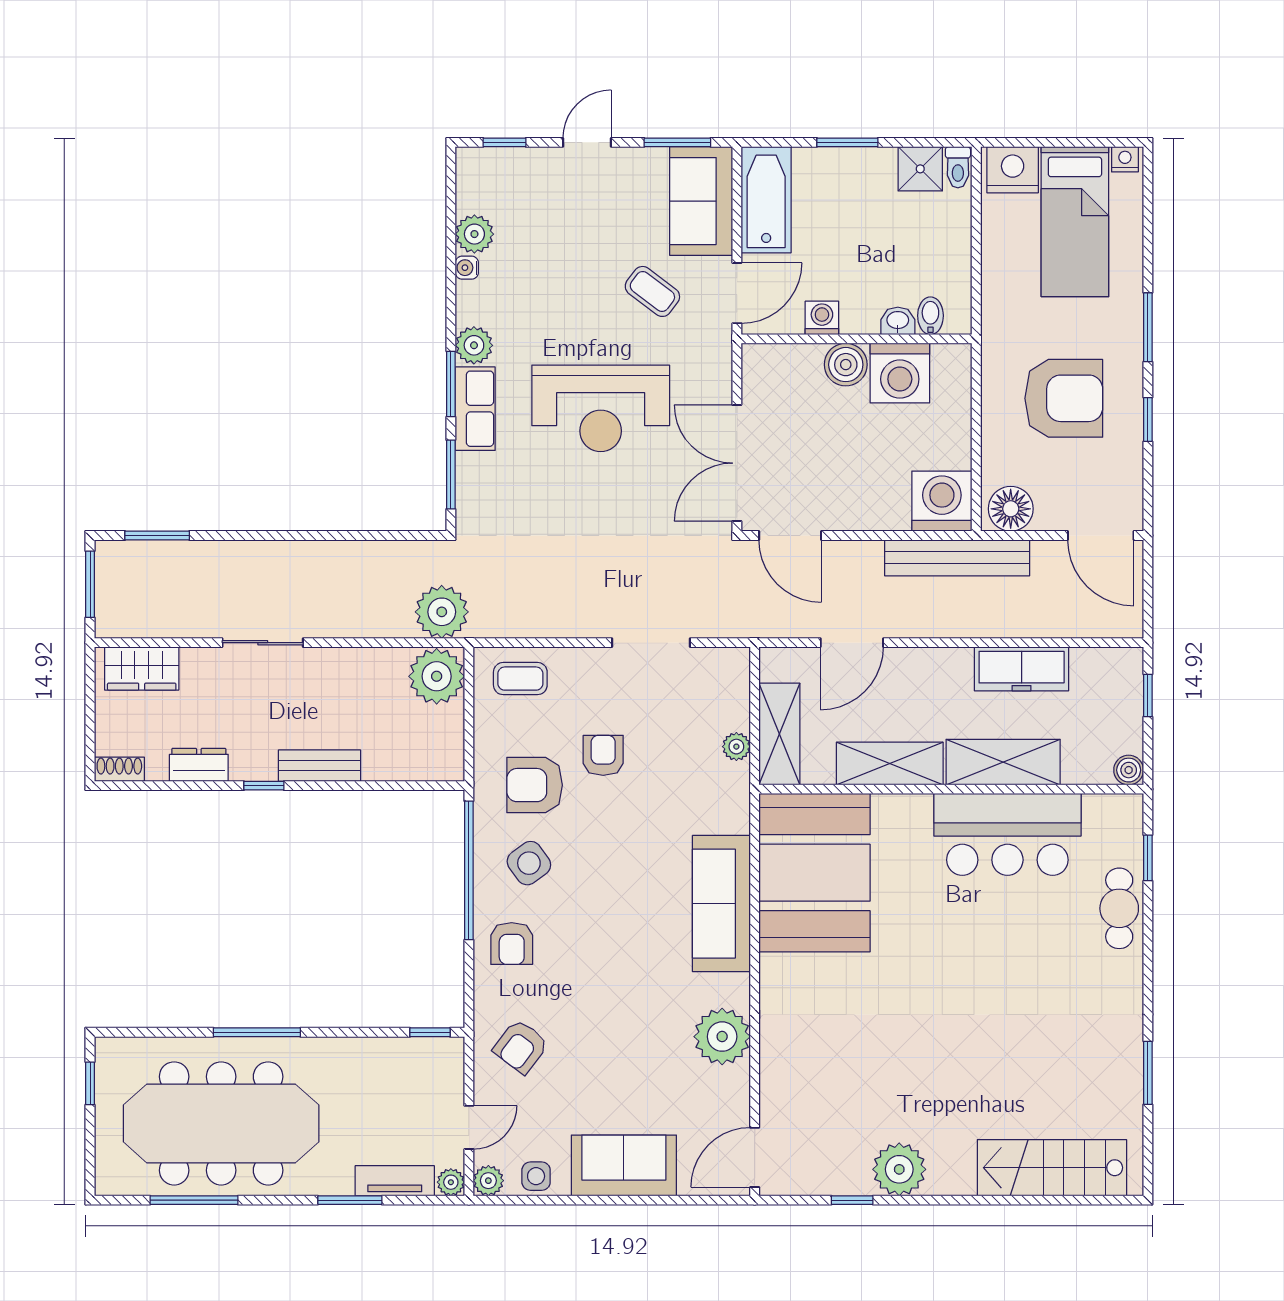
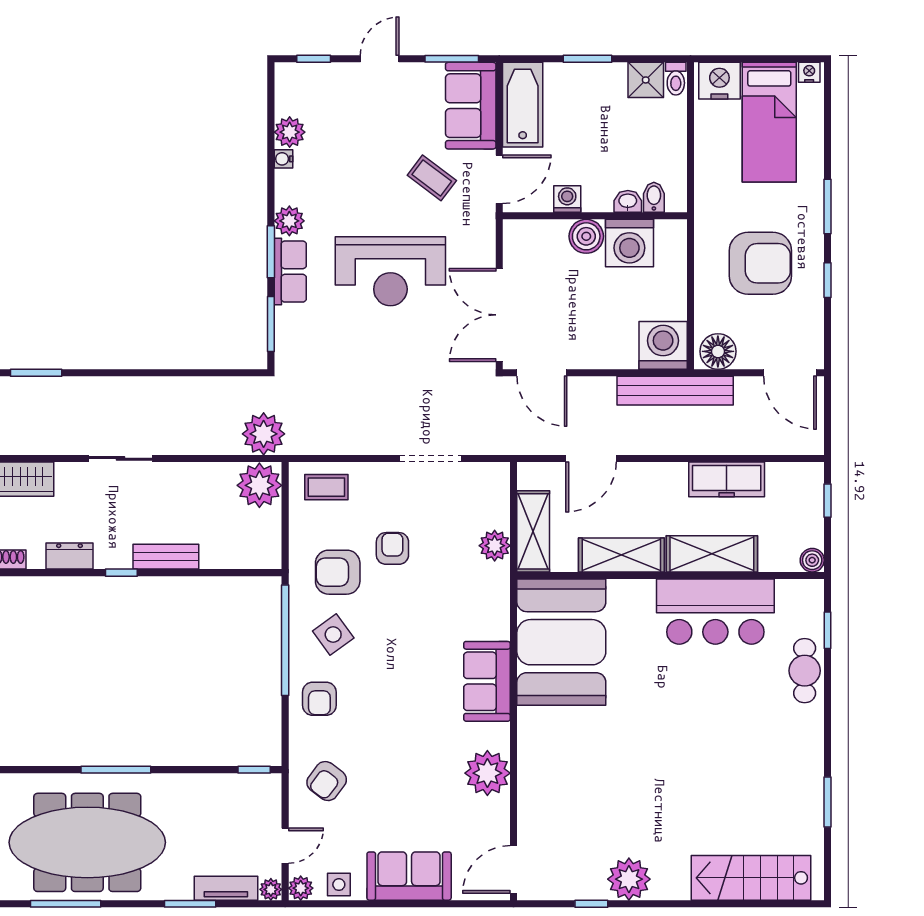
plant: (736, 747) -> (495, 546), width x1.38, depth x1.38
sofa: (721, 904) -> (487, 681), width x0.73

